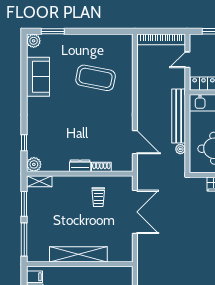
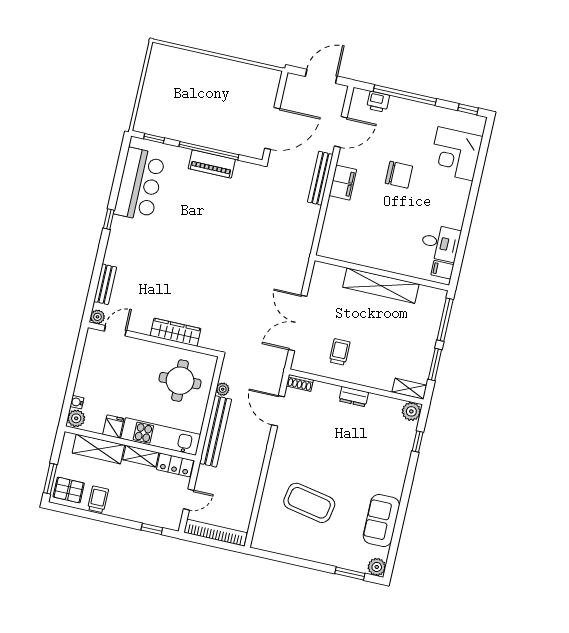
shoe rack: (101, 167) -> (300, 383), moved

